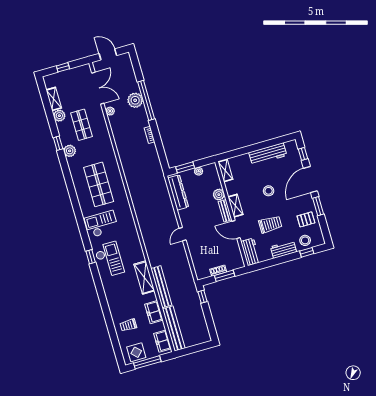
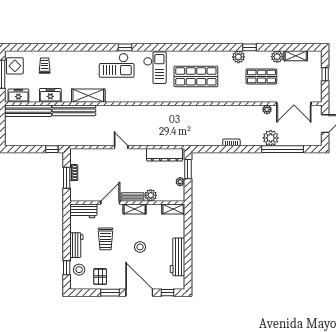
window: (146, 100) -> (283, 149), moved

